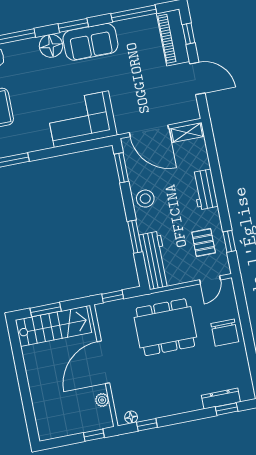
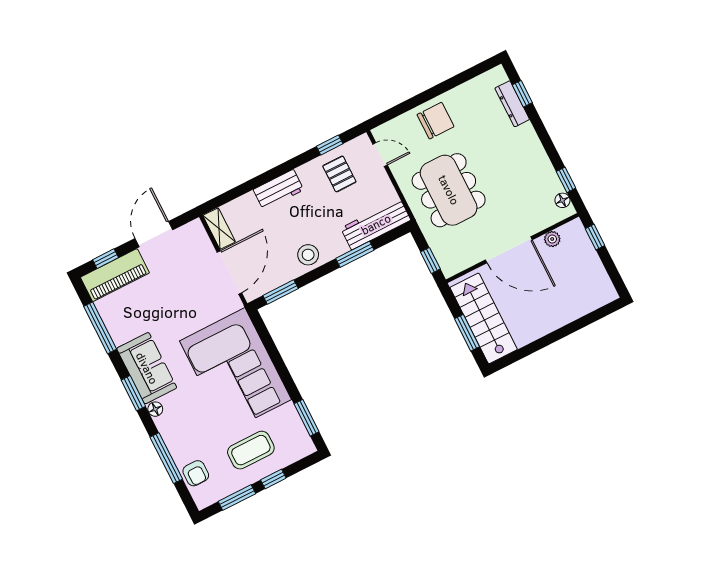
floor lamp: (51, 46) -> (155, 409), width x0.53, depth x0.53
corner sofa: (81, 119) -> (235, 370), width x1.36, depth x1.36
pallet: (204, 243) -> (339, 174), turned 90

